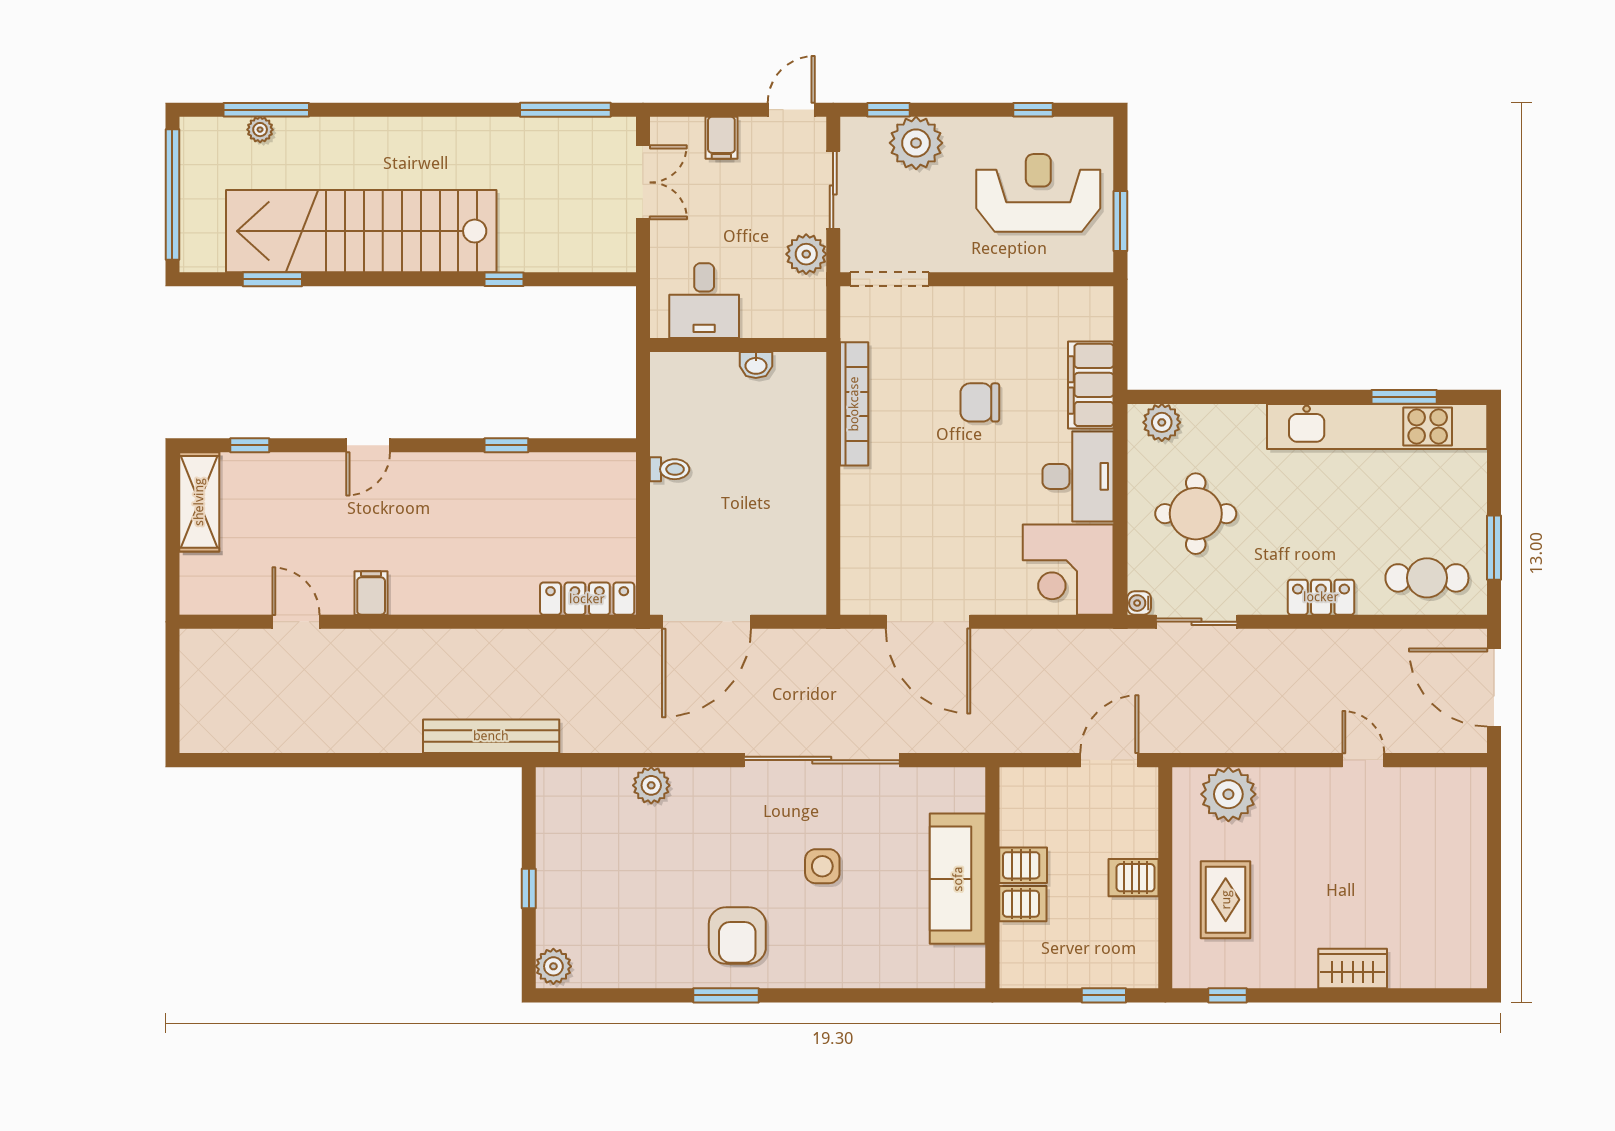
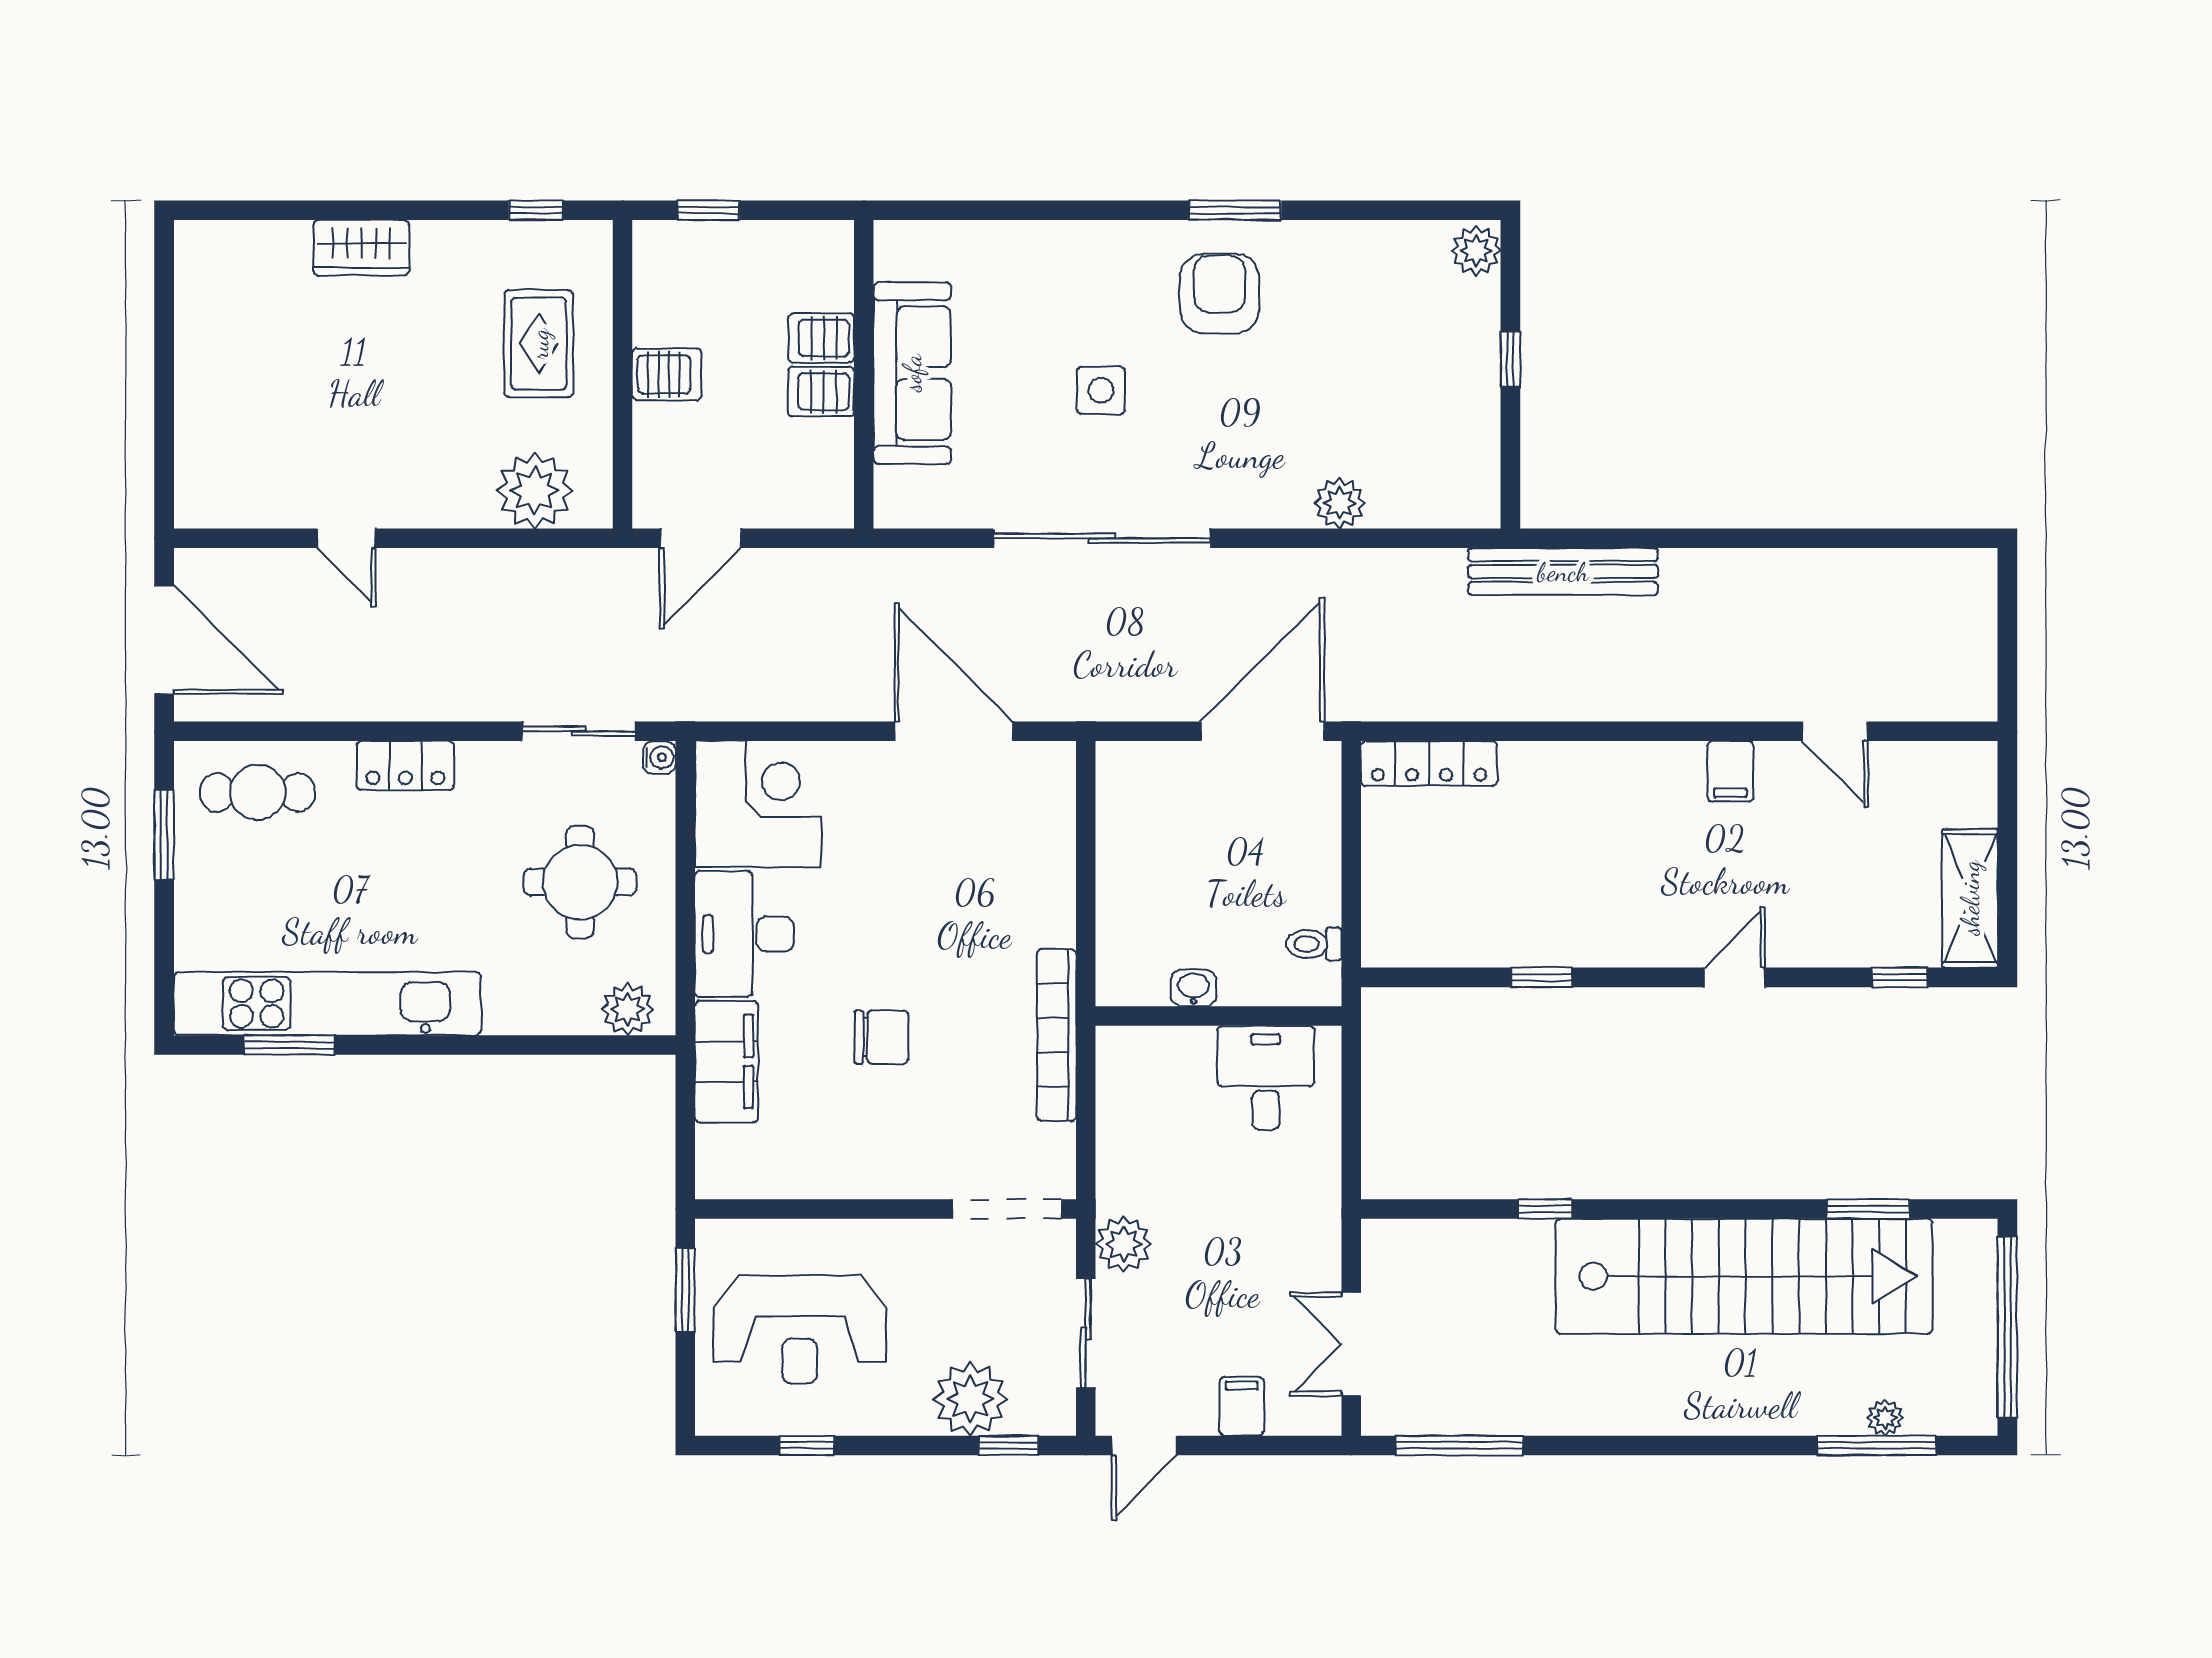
desk: (704, 301) -> (1266, 1078), moved
wall: (738, 345) -> (1218, 1016), moved
washbasin: (756, 365) -> (1193, 988), moved

